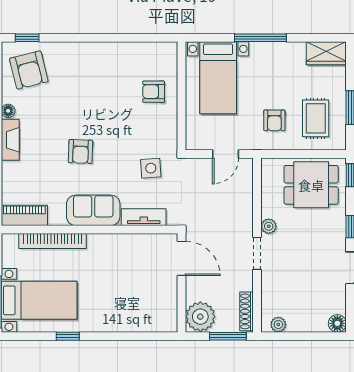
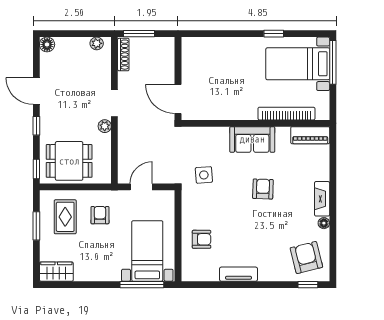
window: (260, 38) -> (142, 285), moved
tv unit: (144, 217) -> (239, 274), moved, turned 180
plant: (200, 317) -> (162, 50), removed

